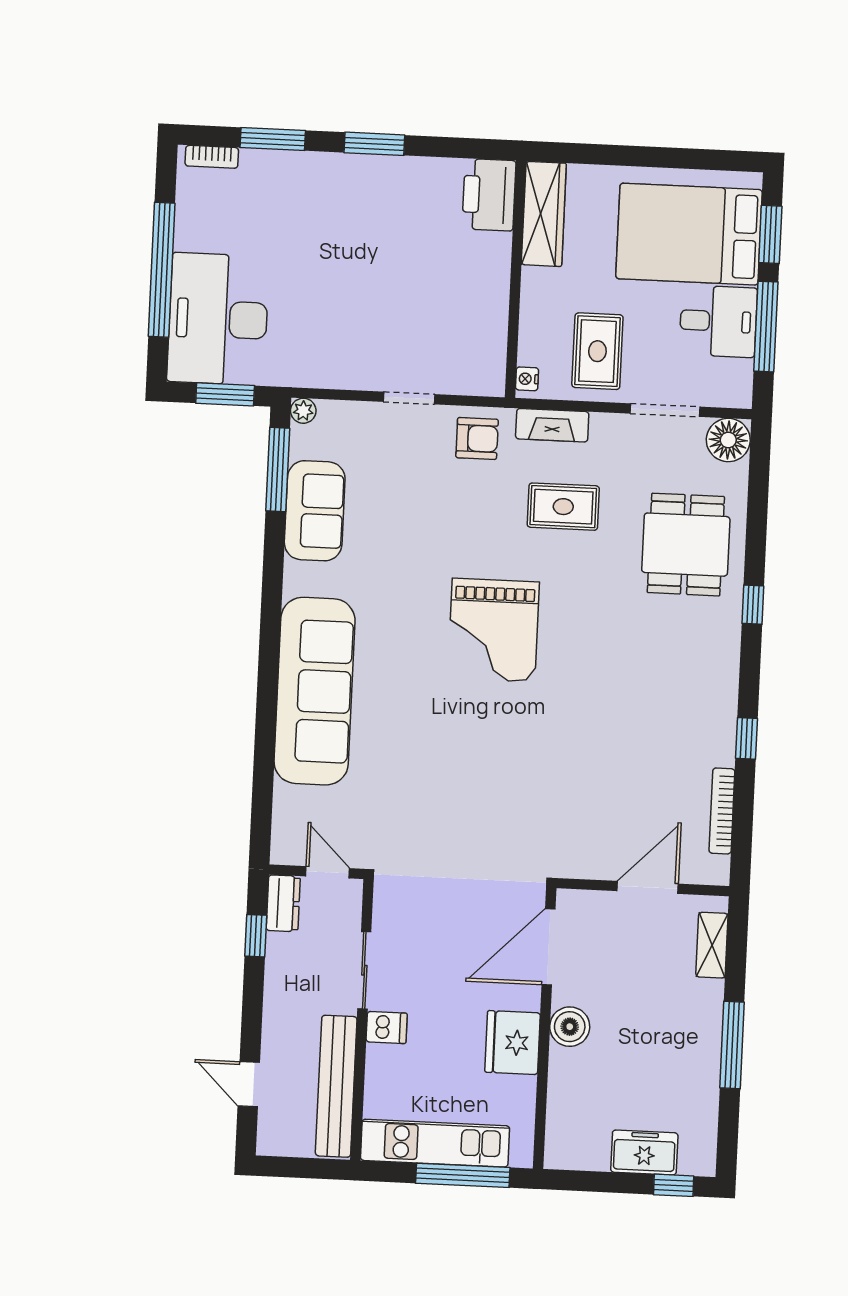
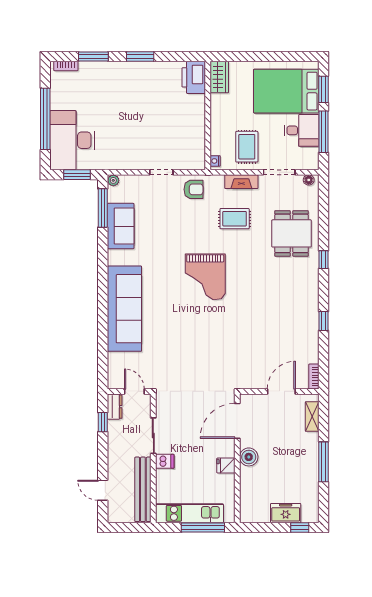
wardrobe: (544, 214) -> (219, 77), width x0.67
fireplace: (552, 425) -> (241, 182), moved
floor lamp: (728, 440) -> (309, 180), width x0.53, depth x0.53
bookcase: (722, 811) -> (314, 377), moved, width x0.64
fridge: (513, 1043) -> (226, 466), width x0.53, depth x0.75

